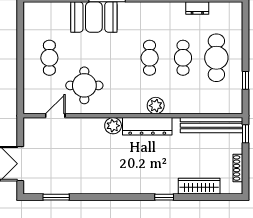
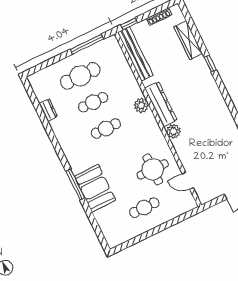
window: (245, 80) -> (87, 44), width x2.17

